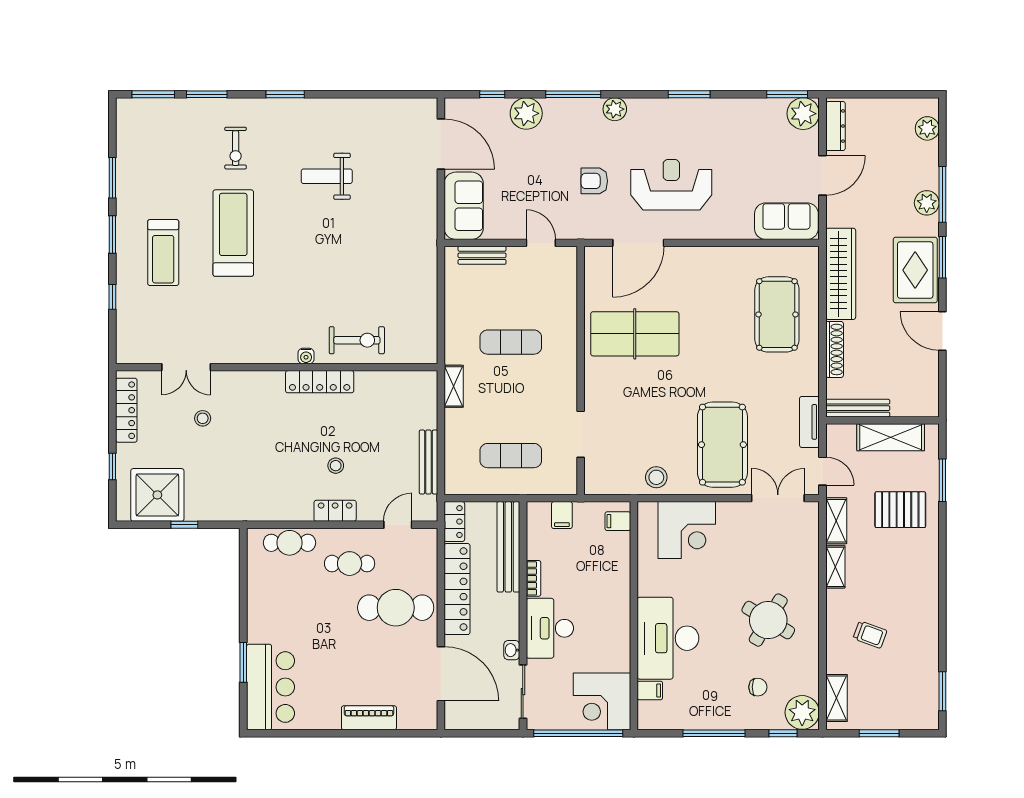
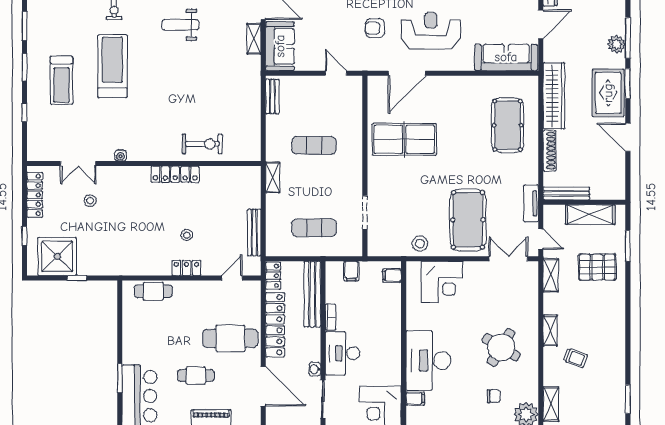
shelving: (428, 196) -> (254, 39), added
sofa: (786, 221) -> (506, 57), width x1.36
bench: (482, 255) -> (272, 96), moved, turned 90
water cooler: (306, 356) -> (120, 155), moved
cafe table: (350, 564) -> (196, 375), moved
shelving: (835, 567) -> (550, 330), moved

